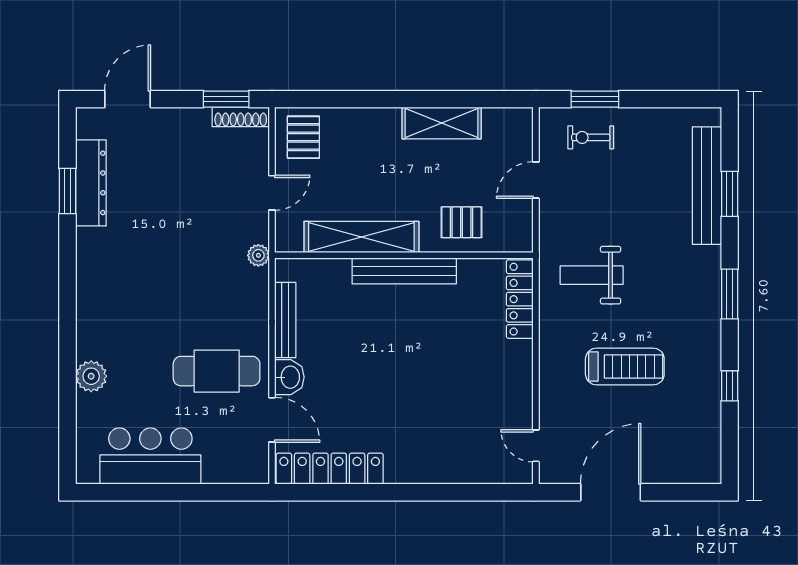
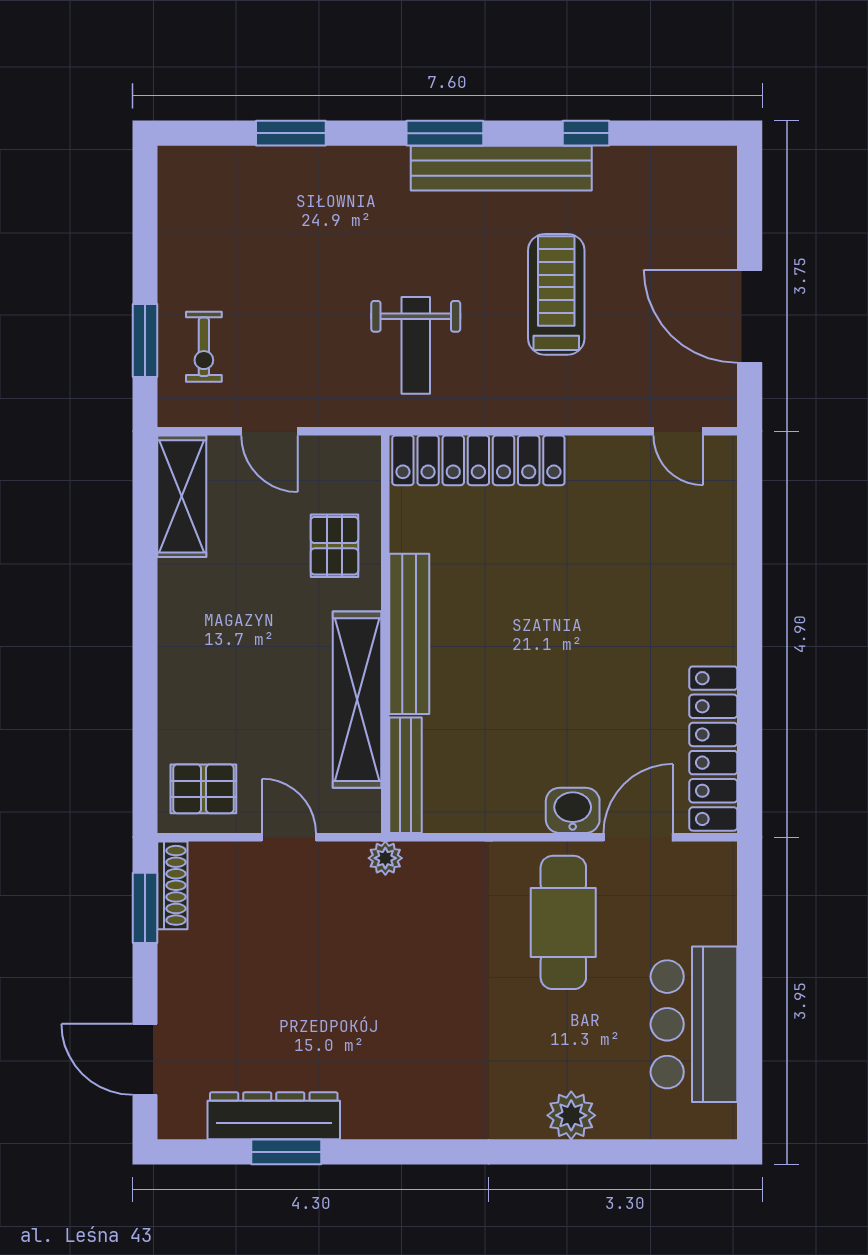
shelving: (442, 123) -> (182, 496), moved
bench: (707, 186) -> (501, 168), moved
locker: (520, 299) -> (478, 460), width x1.41, depth x1.21
bench: (285, 320) -> (406, 775), moved, turned 90
door: (536, 446) -> (678, 431), hinge flipped

